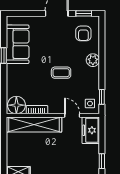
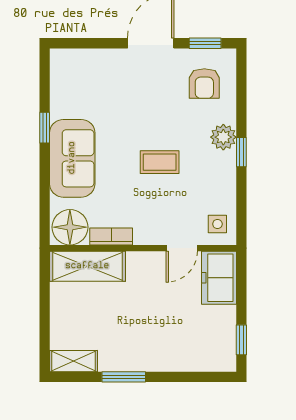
sofa: (18, 44) -> (72, 158), moved
window: (102, 97) -> (241, 152), moved
door: (72, 115) -> (182, 248), swing flipped
shelving: (34, 125) -> (87, 266), width x0.68

